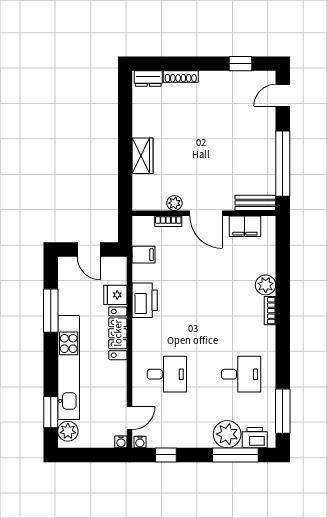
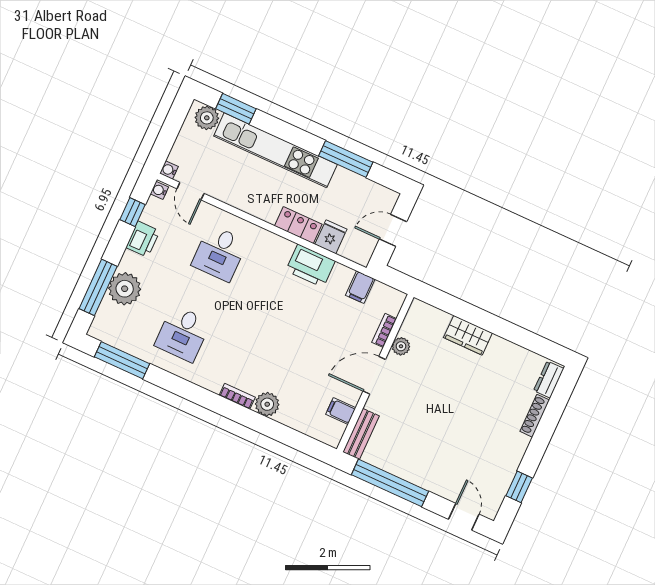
filing cabinet: (245, 226) -> (341, 411), width x0.50
locker: (118, 333) -> (298, 225), width x0.66
printer: (255, 438) -> (143, 239), moved

